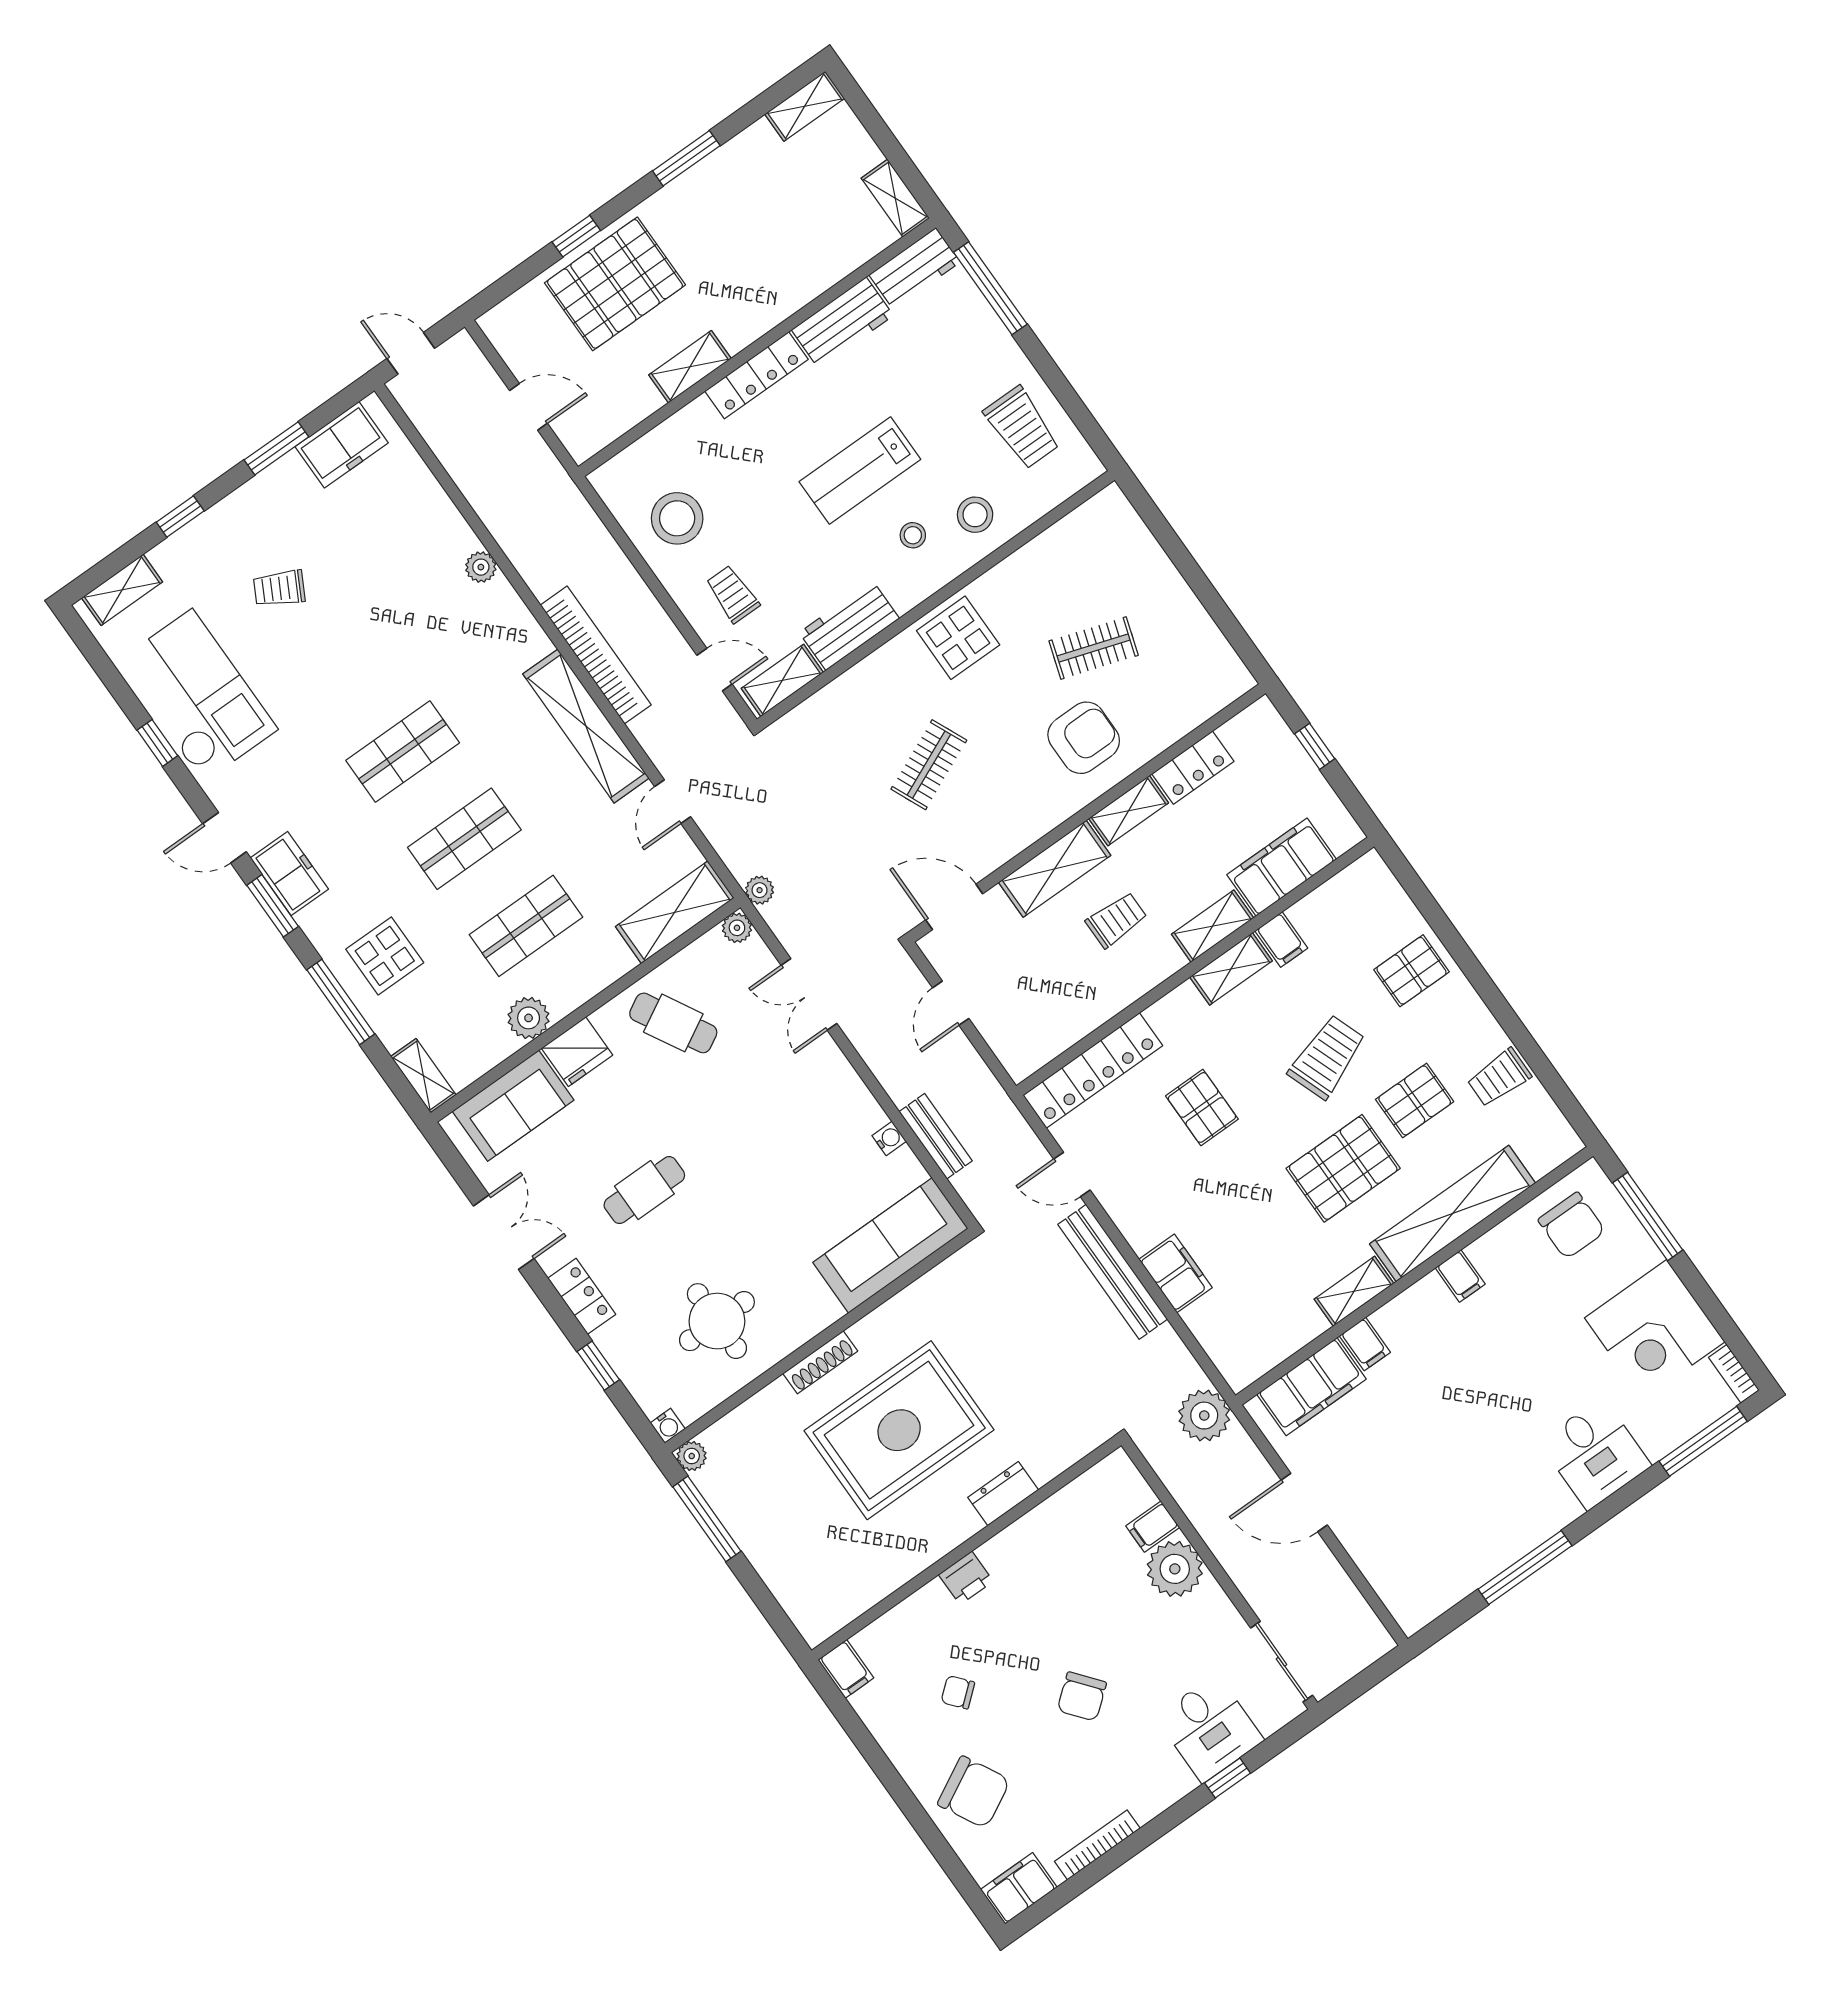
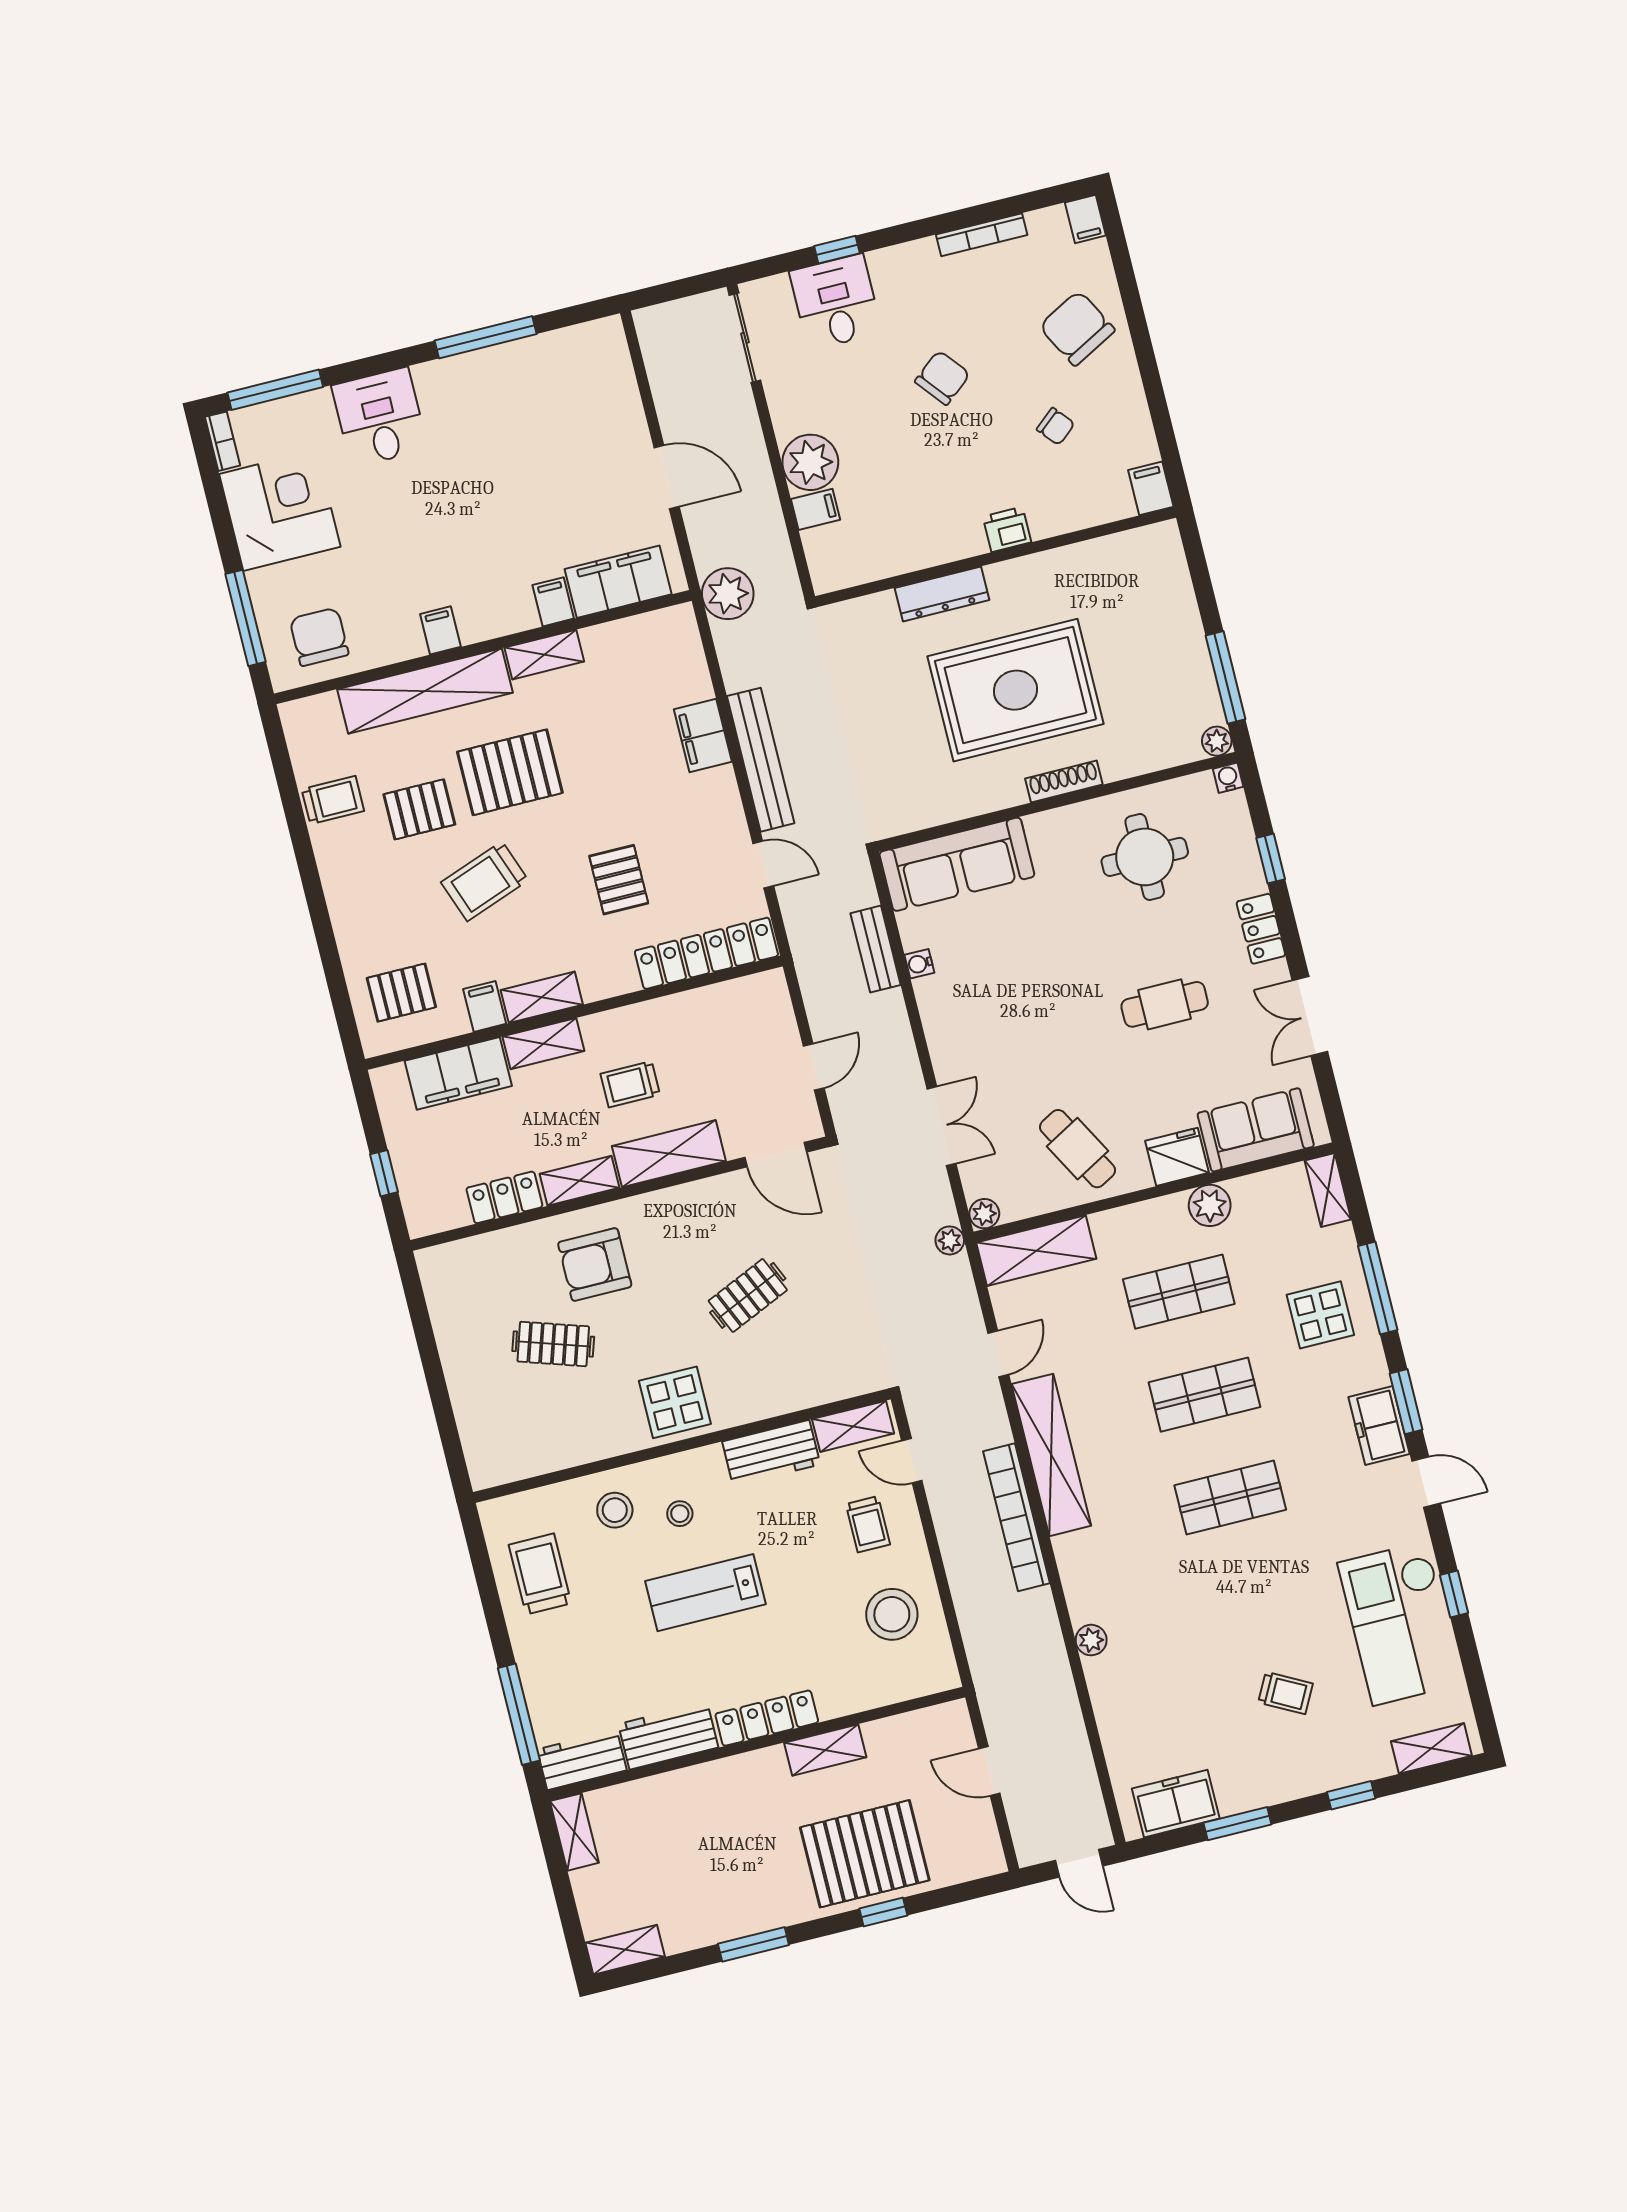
lab bench: (860, 470) -> (705, 1593), turned 180
pallet: (1412, 971) -> (401, 993), moved
dresser: (1003, 1494) -> (942, 594), width x1.44
filing cabinet: (1019, 1888) -> (1085, 219), width x0.50

